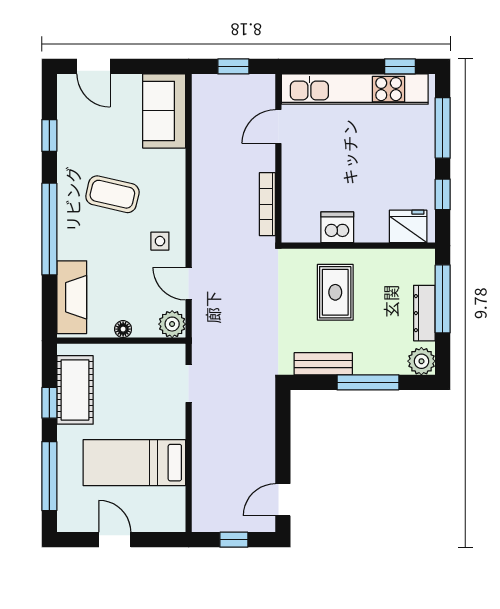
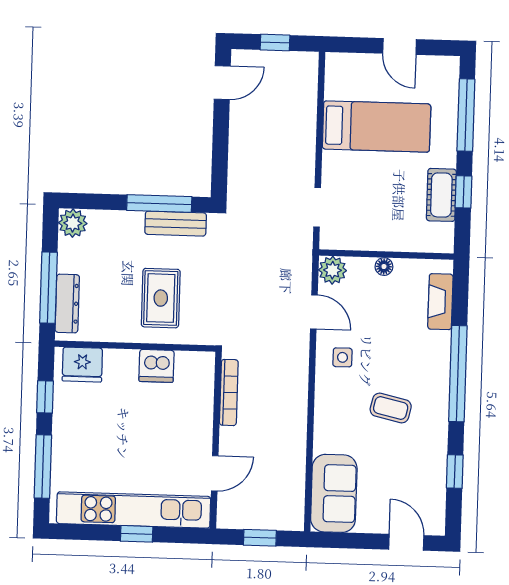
window: (400, 66) -> (137, 534), moved
coffee table: (112, 194) -> (391, 408), width x0.73, depth x0.77
fireplace: (72, 297) -> (440, 302), width x0.73, depth x0.76
dresser: (424, 313) -> (67, 303), moved
window: (368, 382) -> (159, 204), moved
cot: (75, 390) -> (441, 195), width x0.73, depth x0.75

